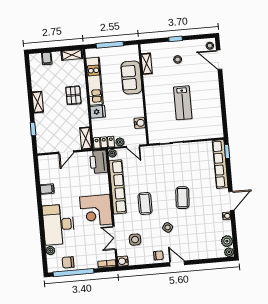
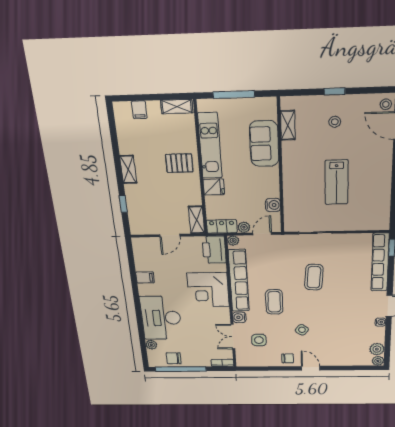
pallet: (73, 95) -> (179, 163), turned 90
door: (133, 146) -> (262, 234), swing flipped
coffee table: (182, 198) -> (314, 277), moved
corner desk: (96, 210) -> (208, 290), moved
water cooler: (123, 261) -> (239, 317), moved

